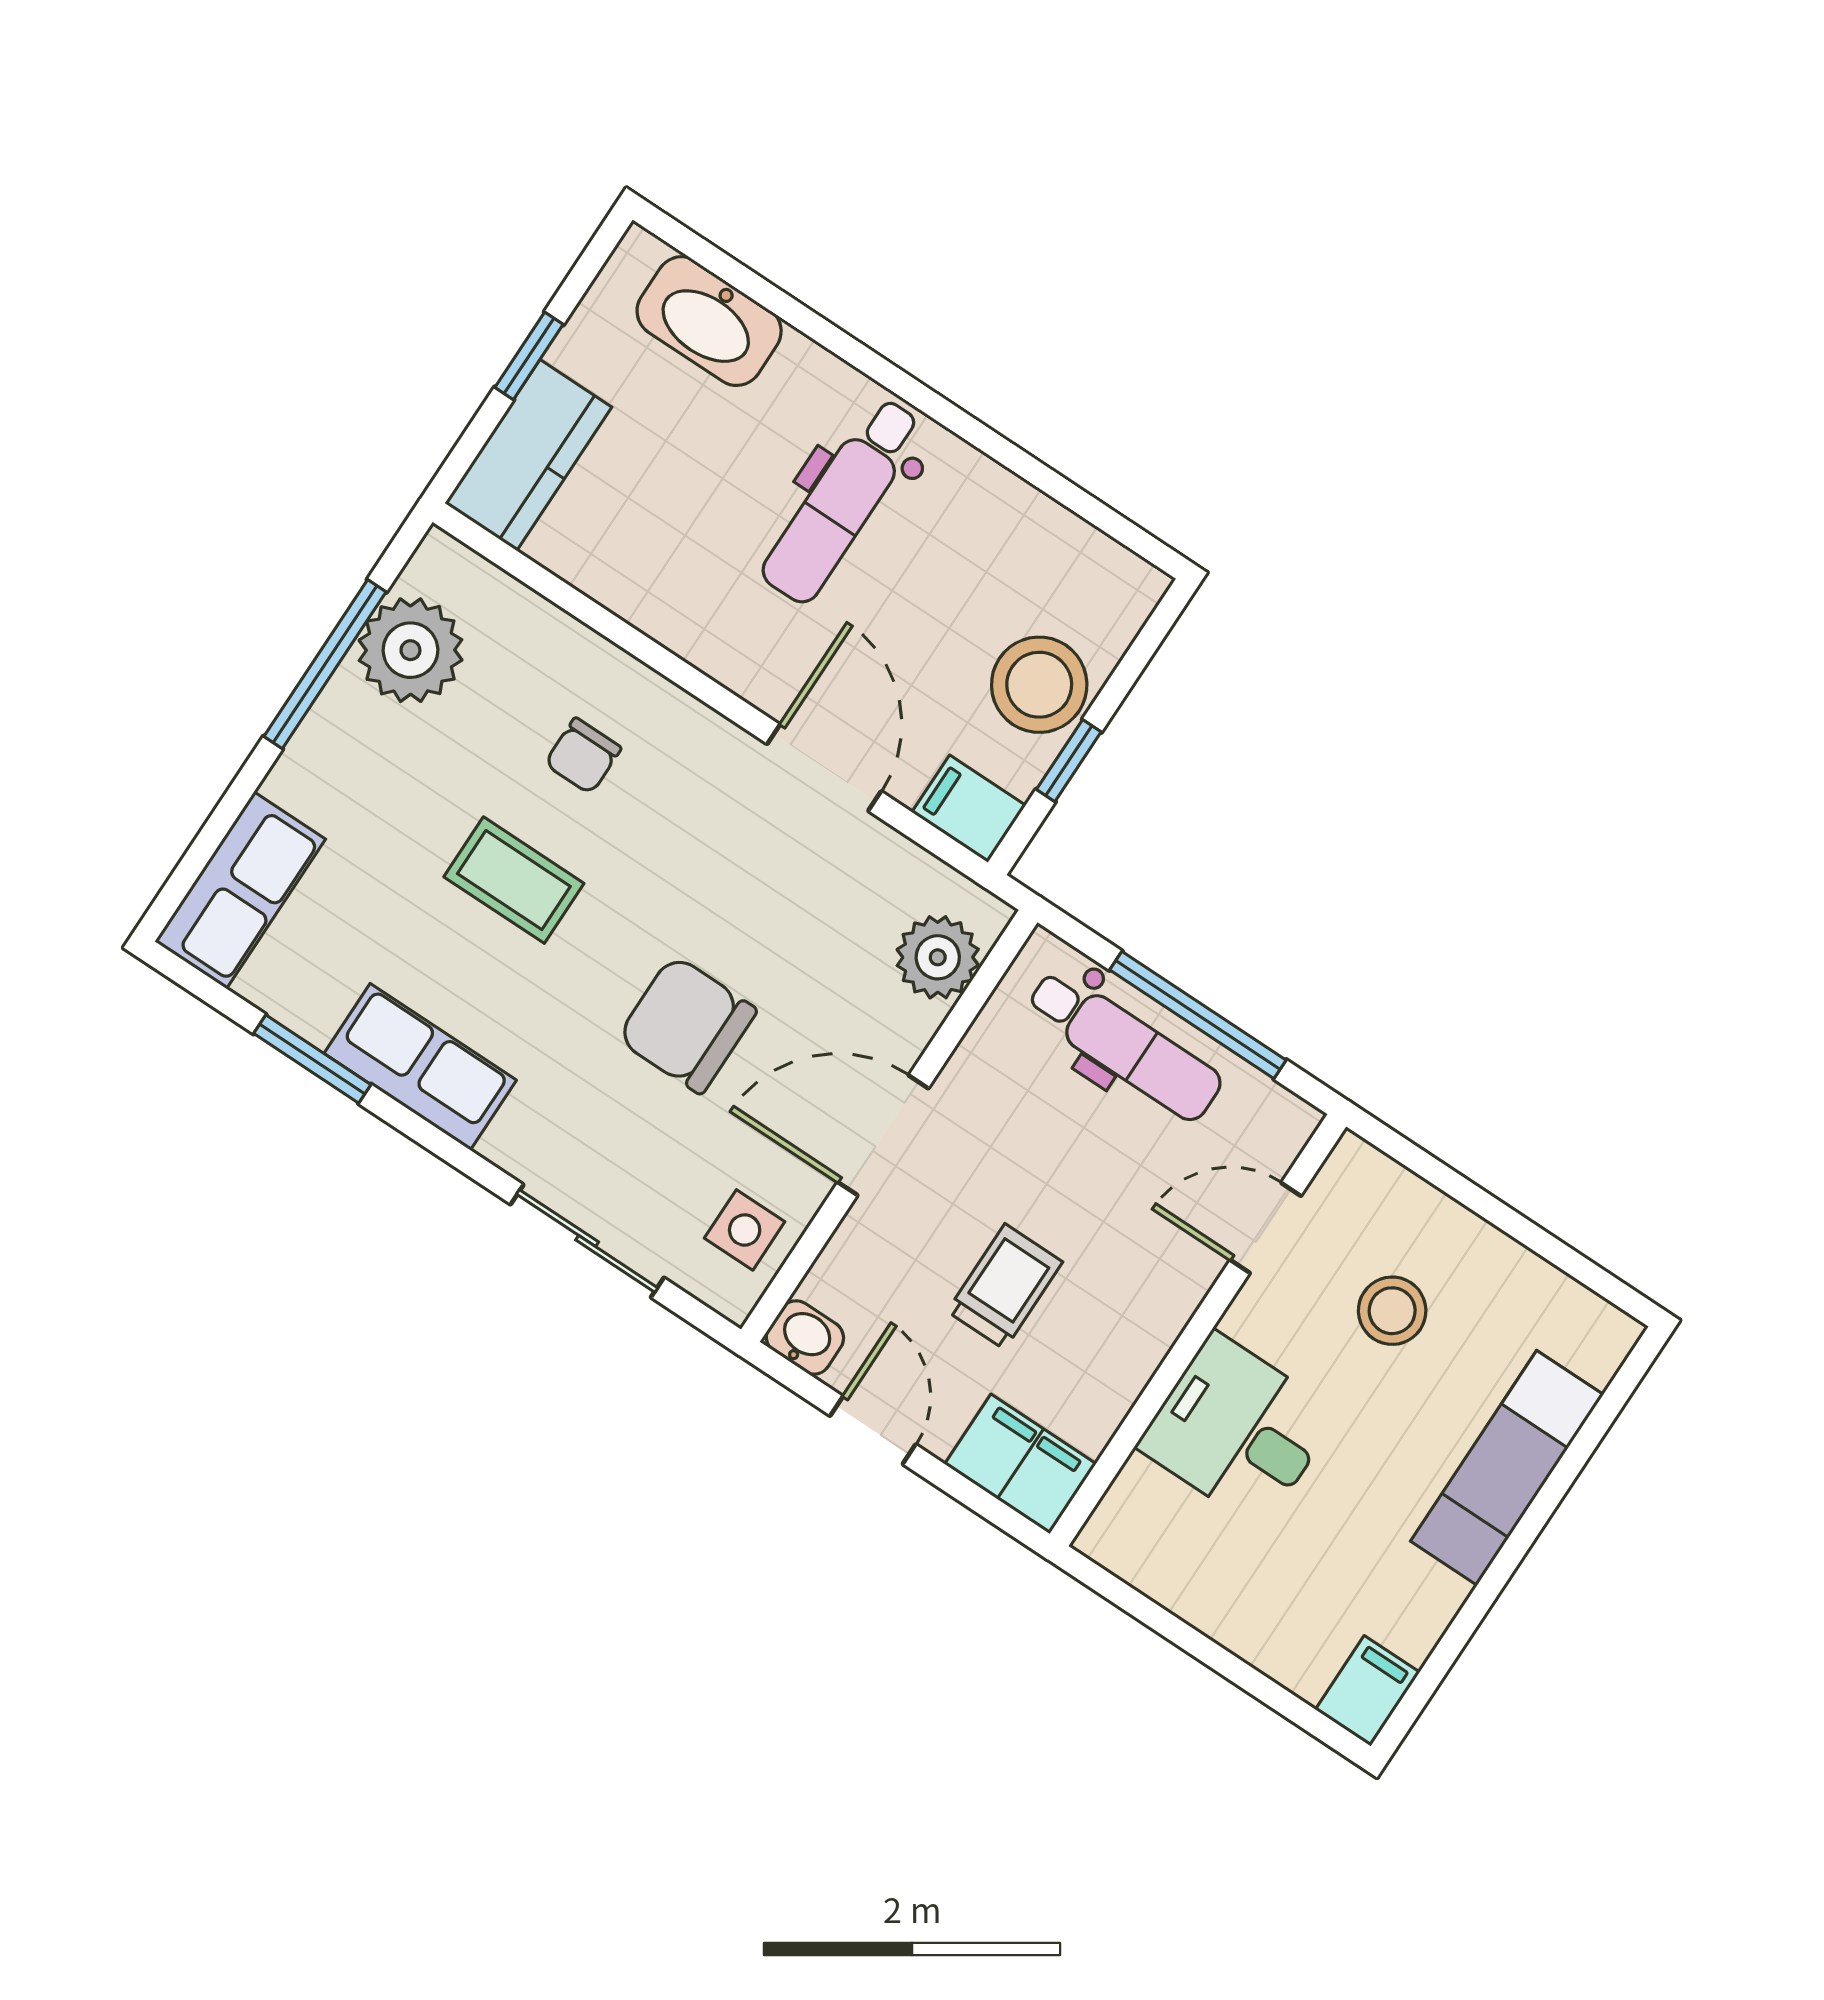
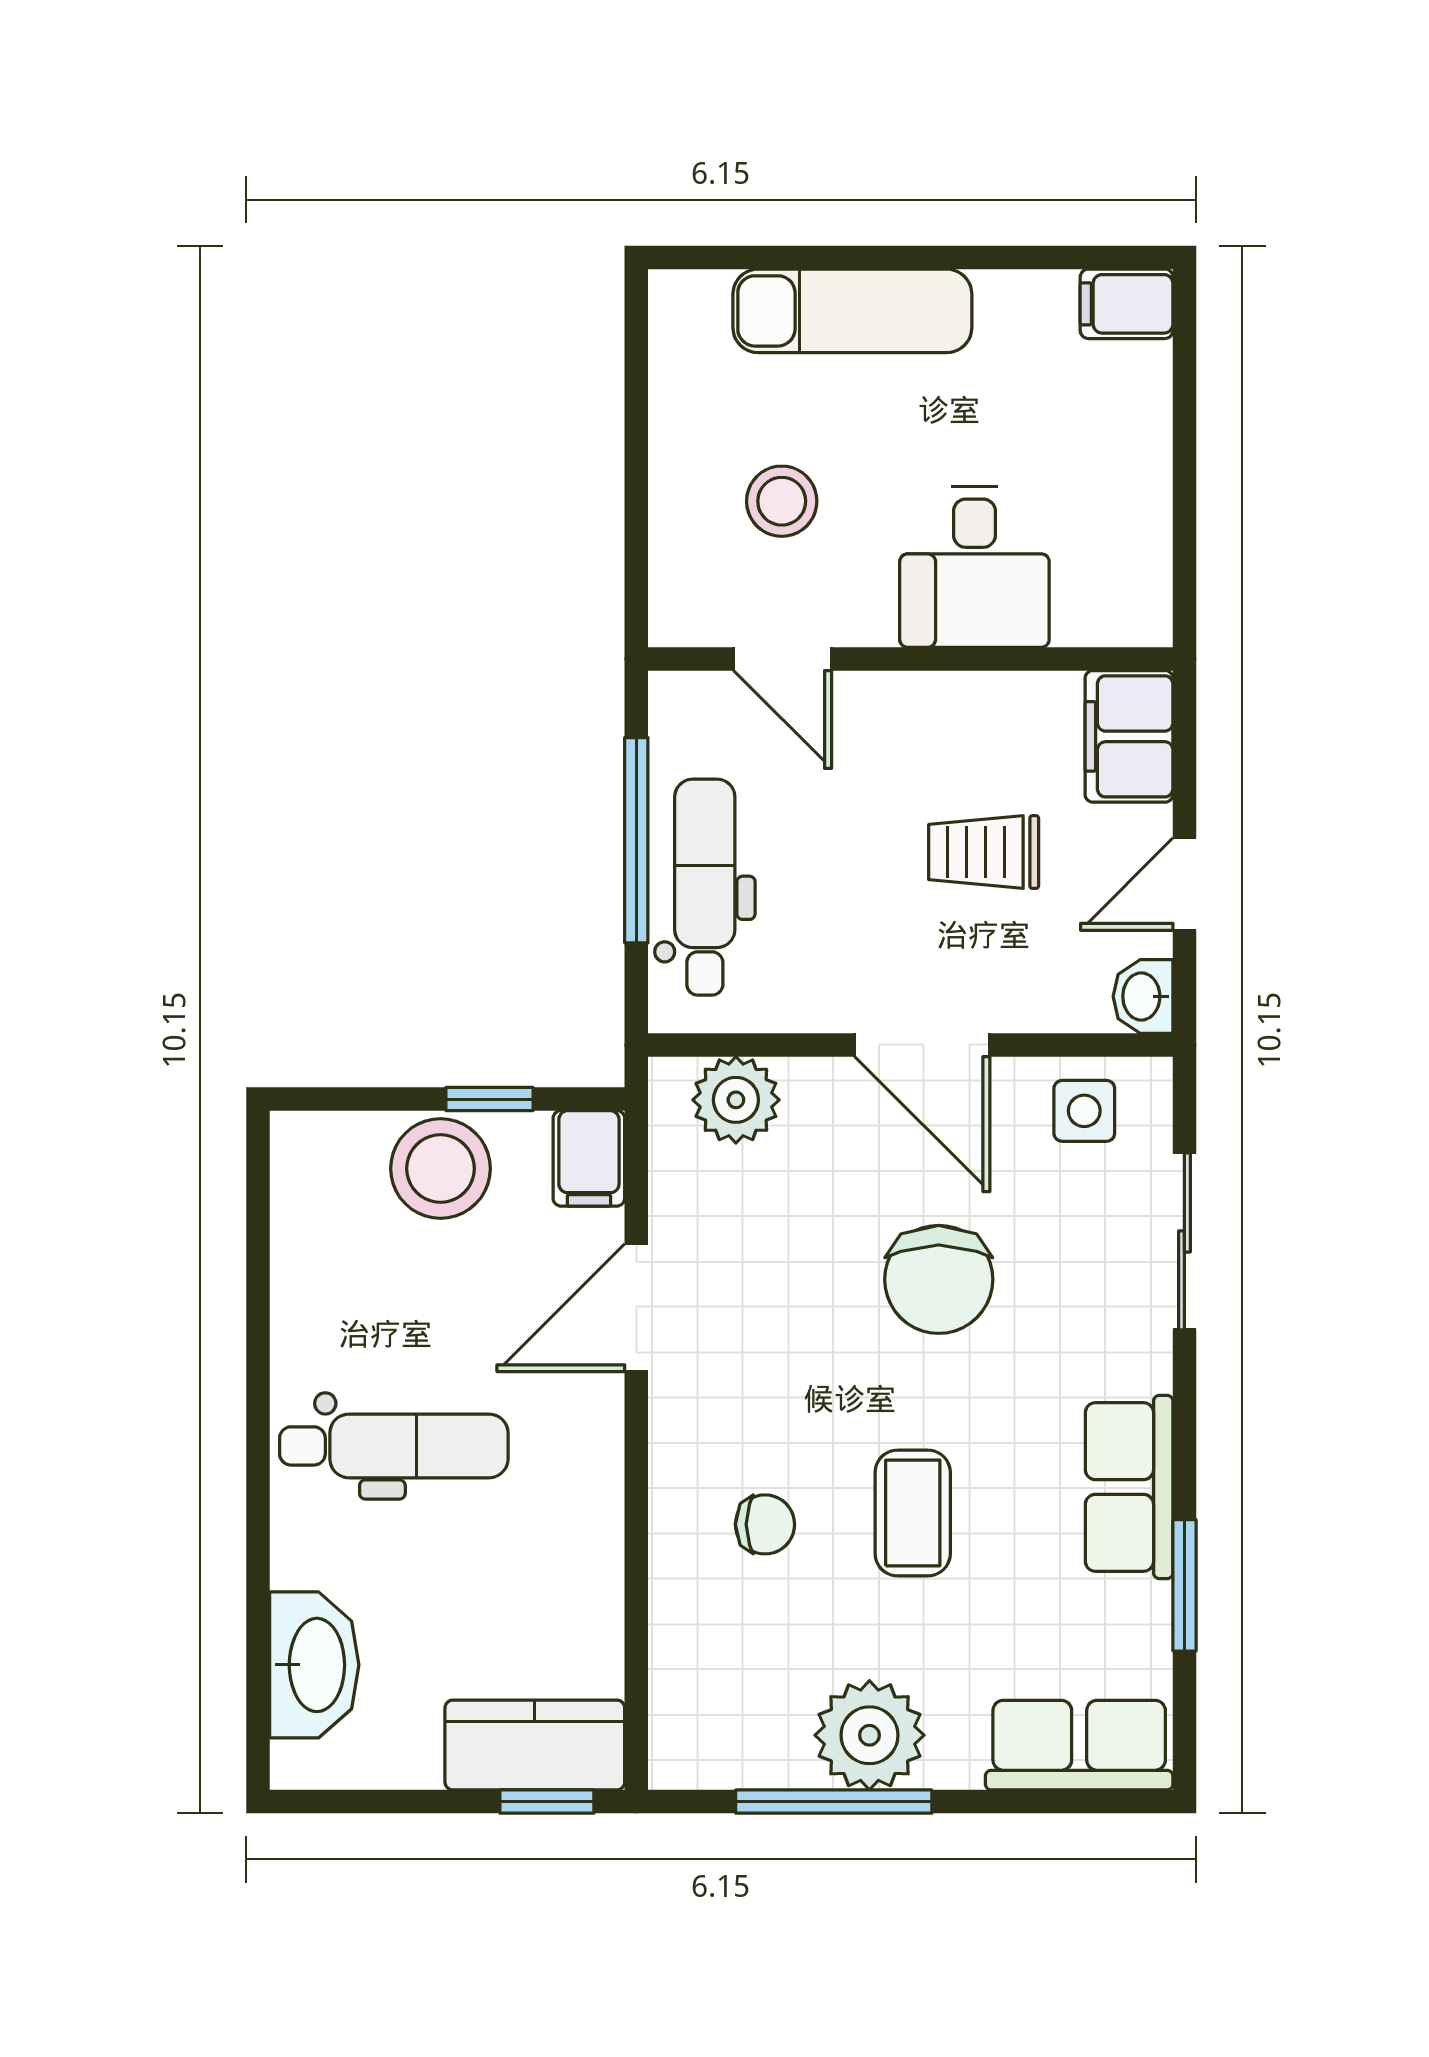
window: (529, 356) -> (547, 1802), moved
plant: (410, 650) -> (869, 1735), moved

